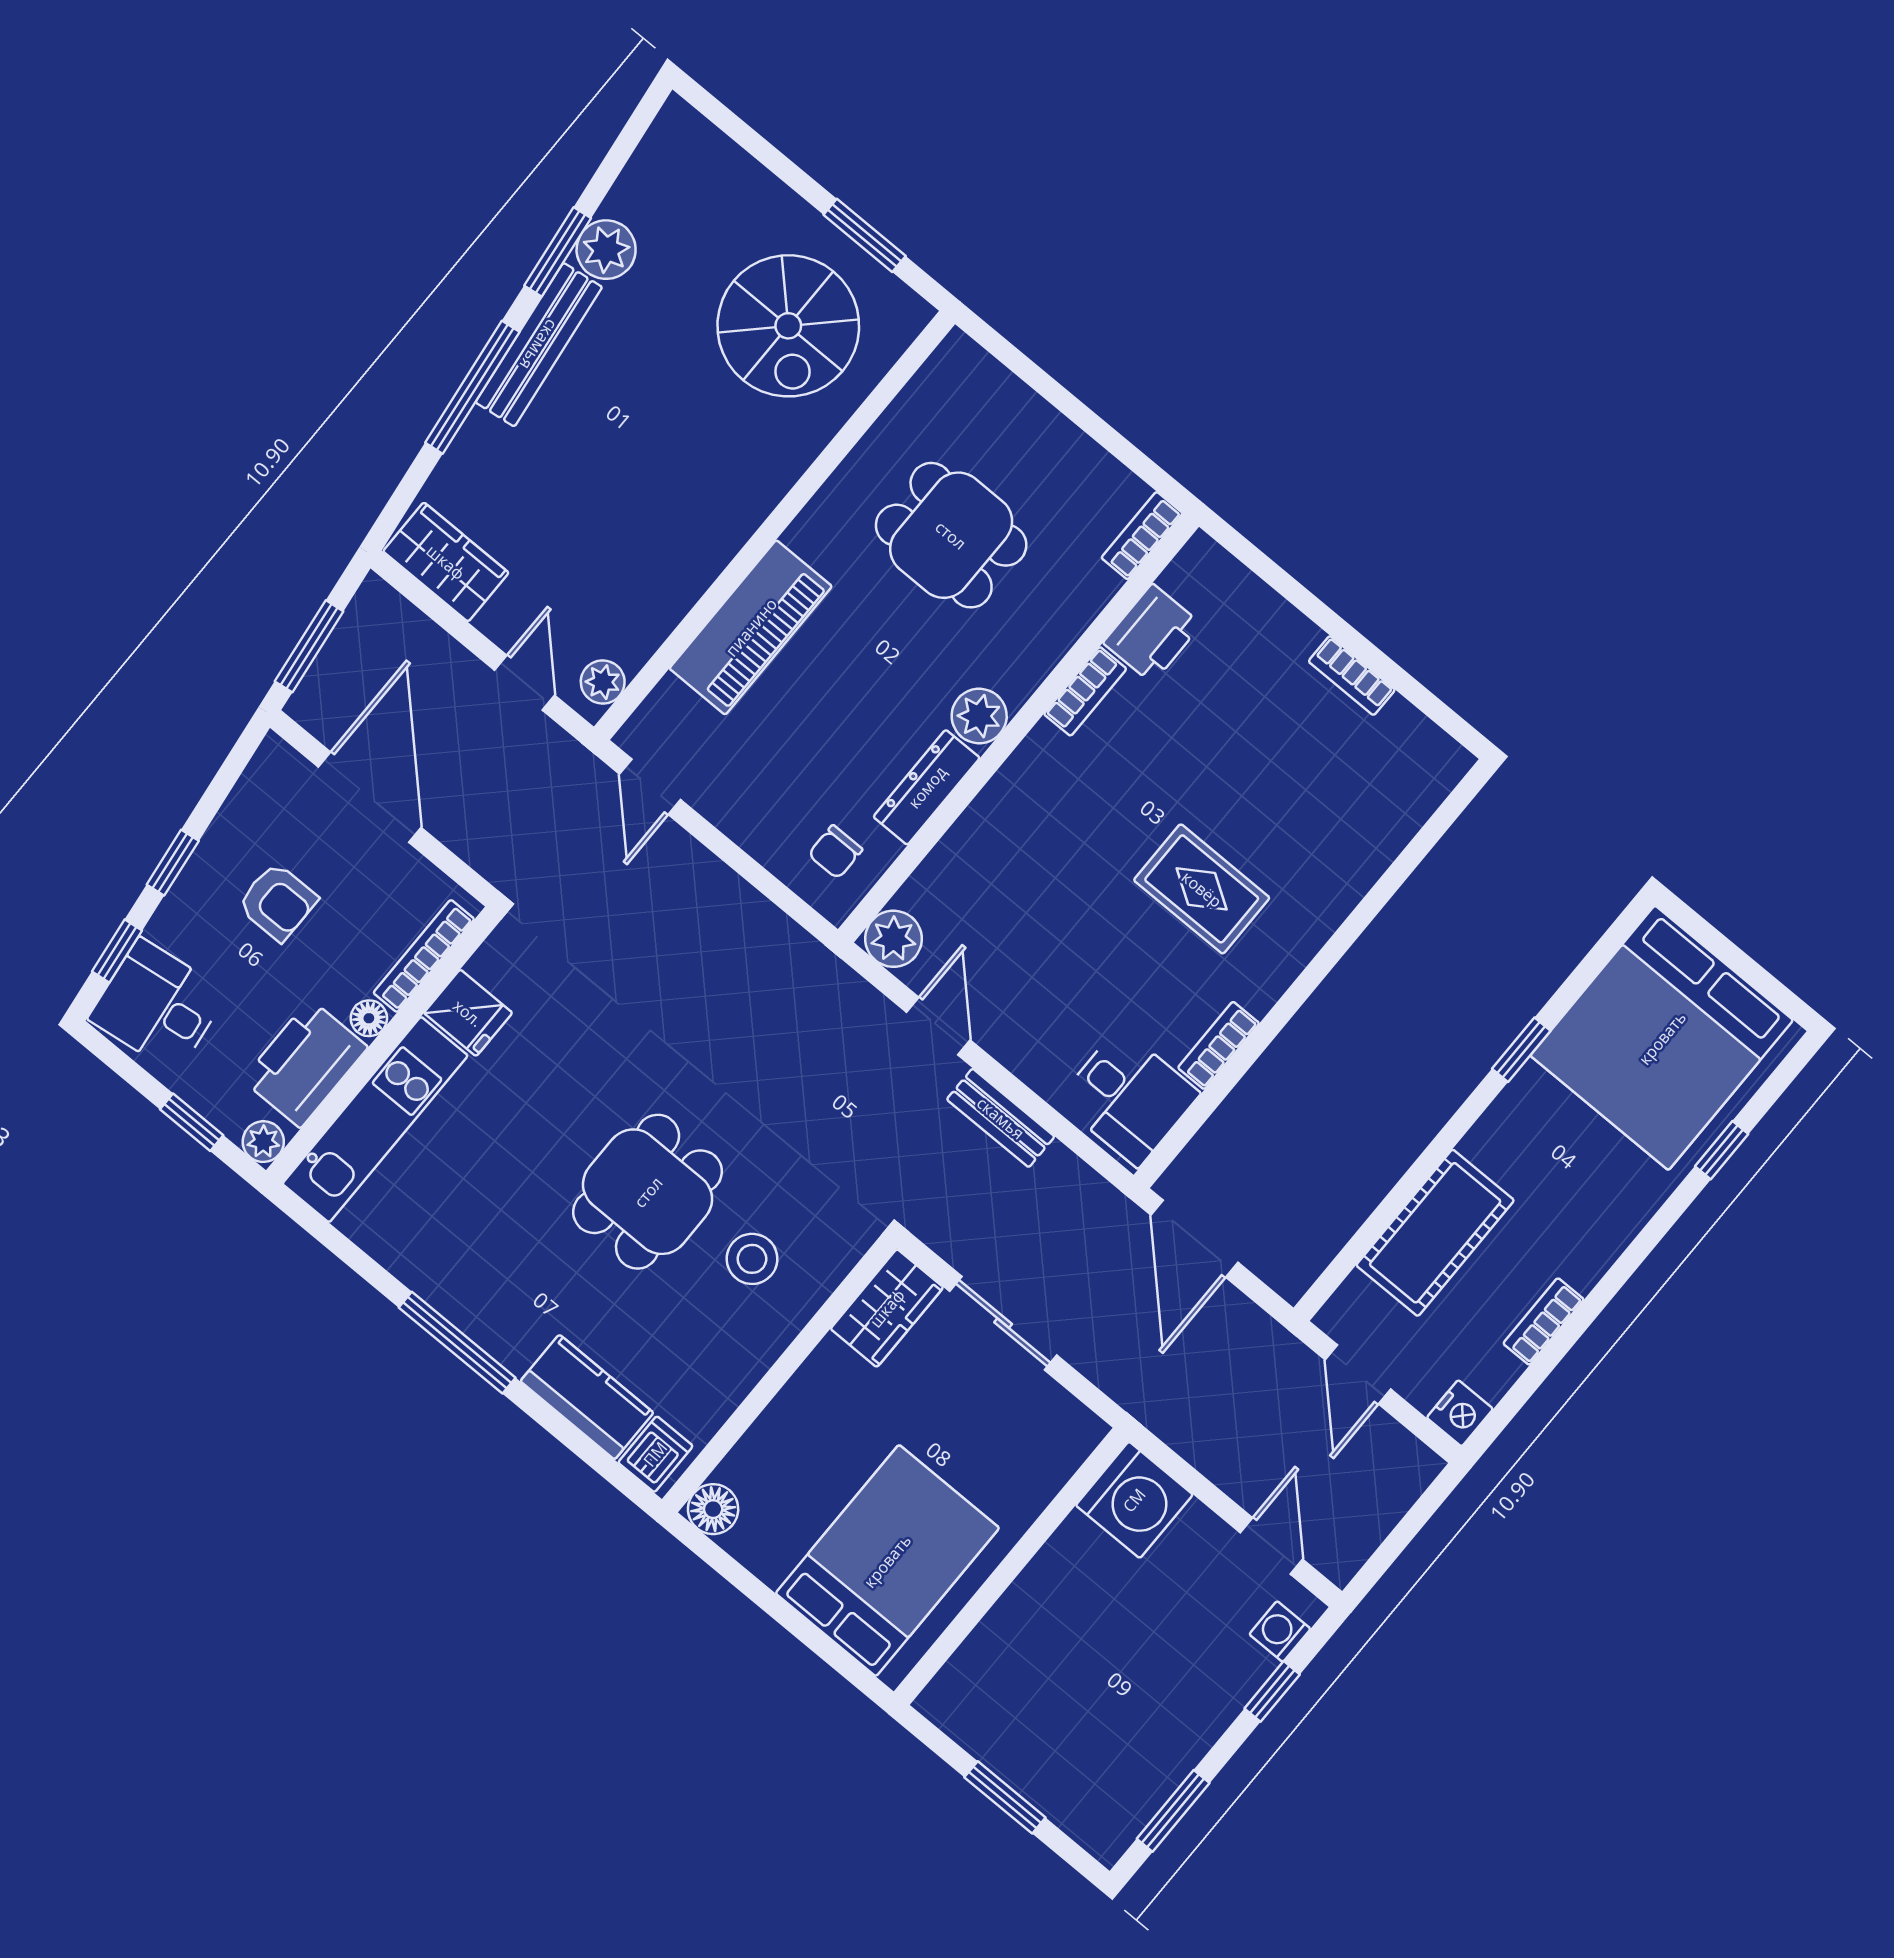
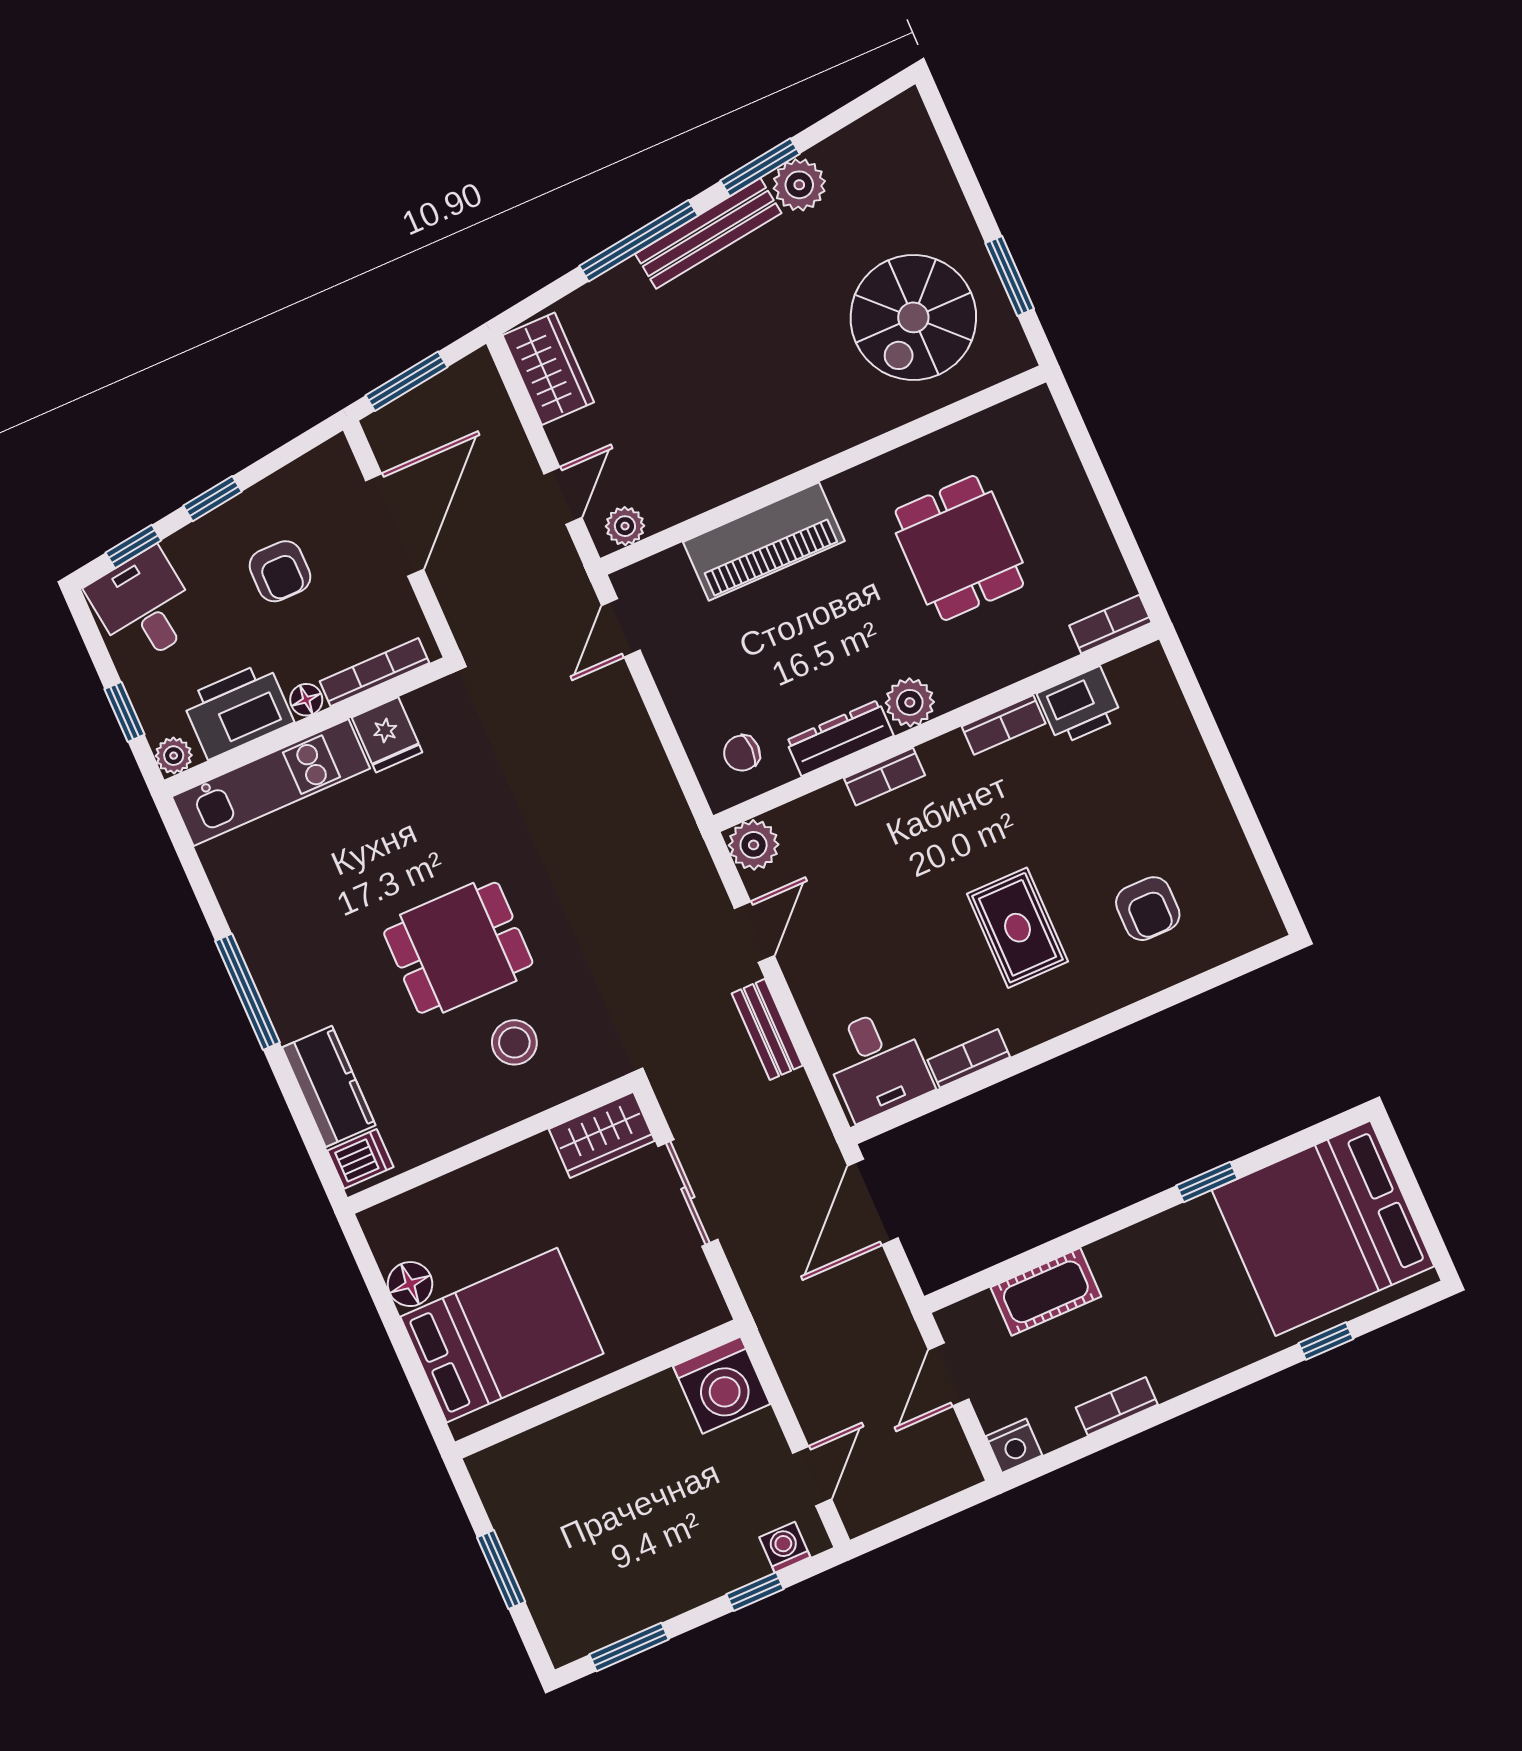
bookcase: (1352, 676) -> (884, 777), moved, turned -90
armchair: (1323, 804) -> (1148, 909), added
cot: (1435, 1233) -> (1046, 1292), width x0.73, depth x0.75
floor lamp: (713, 1509) -> (410, 1284), moved

